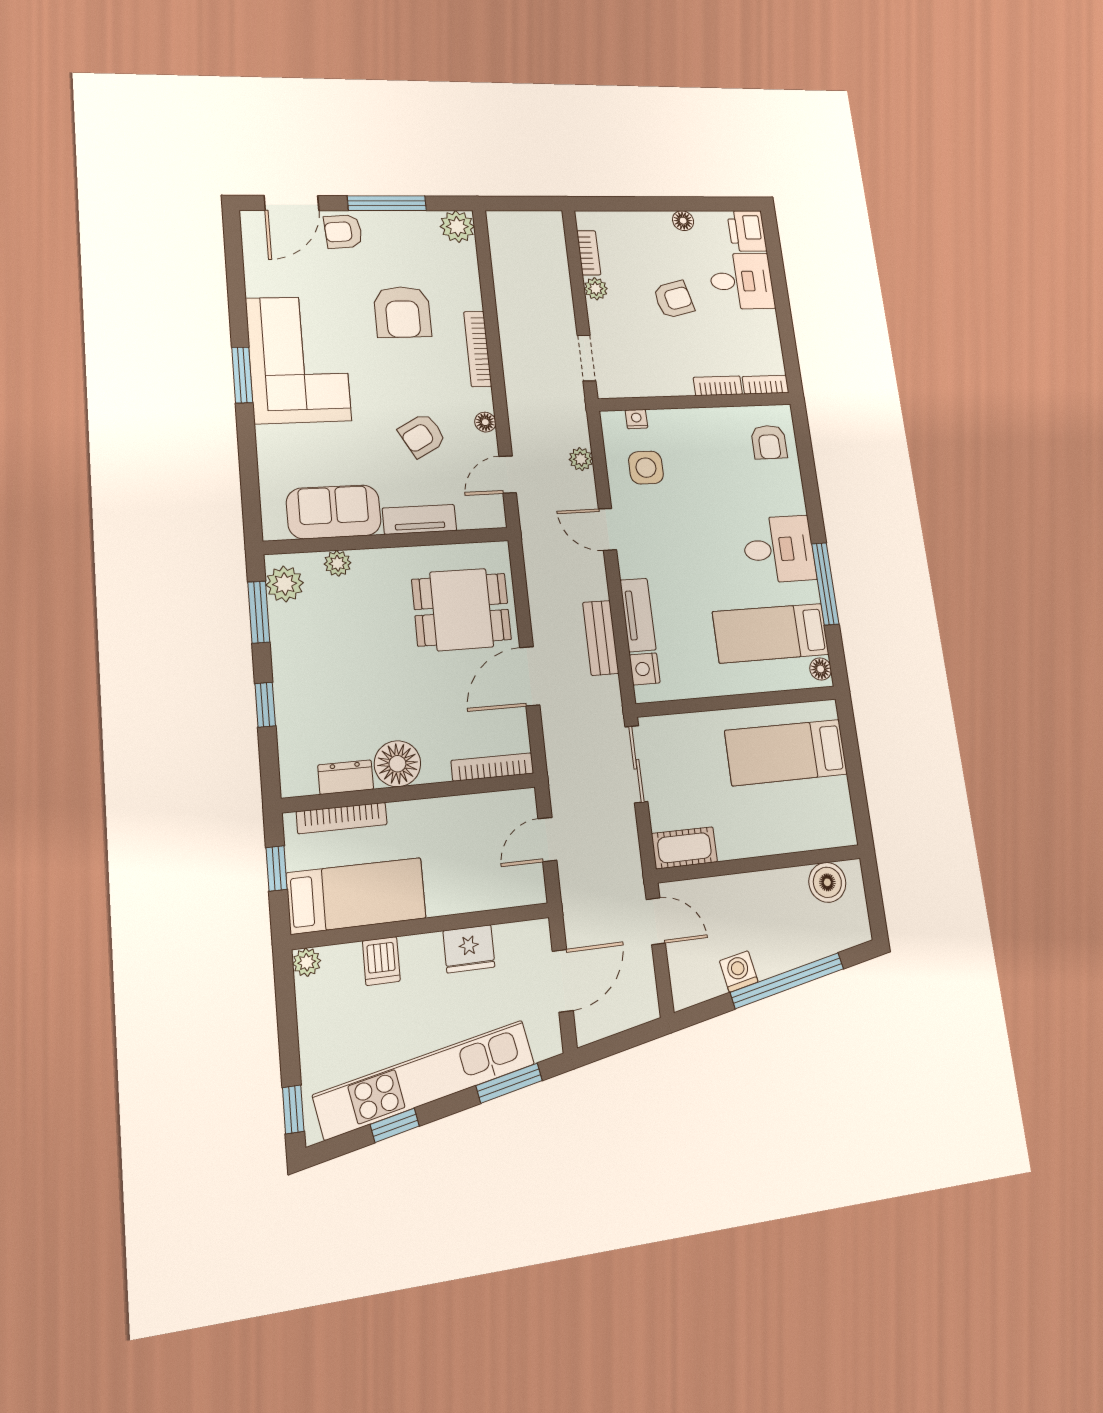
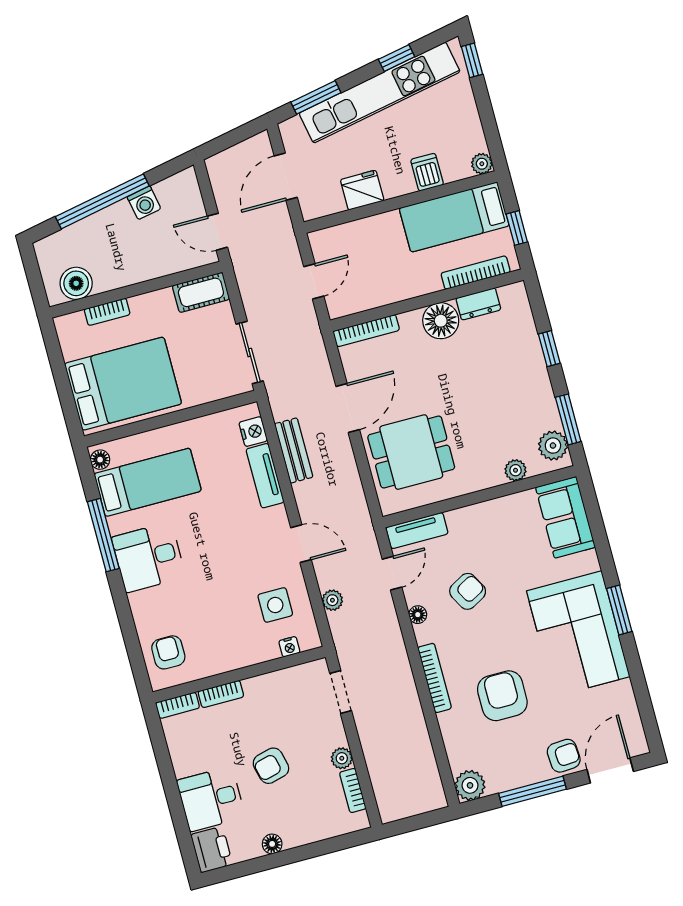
sofa: (334, 512) -> (565, 517), moved, turned 90
tv unit: (420, 519) -> (417, 531), moved
bed: (786, 752) -> (123, 384), width x1.50
bookcase: (796, 842) -> (107, 312), added

